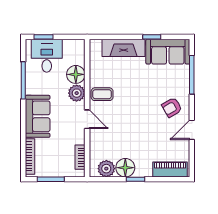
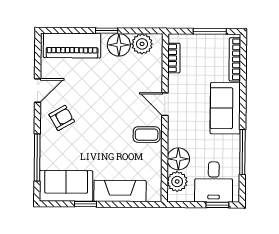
plant: (77, 93) -> (177, 182), moved
piano: (170, 169) -> (72, 45), width x1.37, depth x1.33

